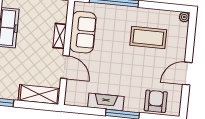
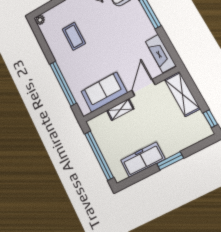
coffee table: (148, 37) -> (74, 36), width x0.73, depth x0.76
fireplace: (106, 102) -> (161, 54), moved

